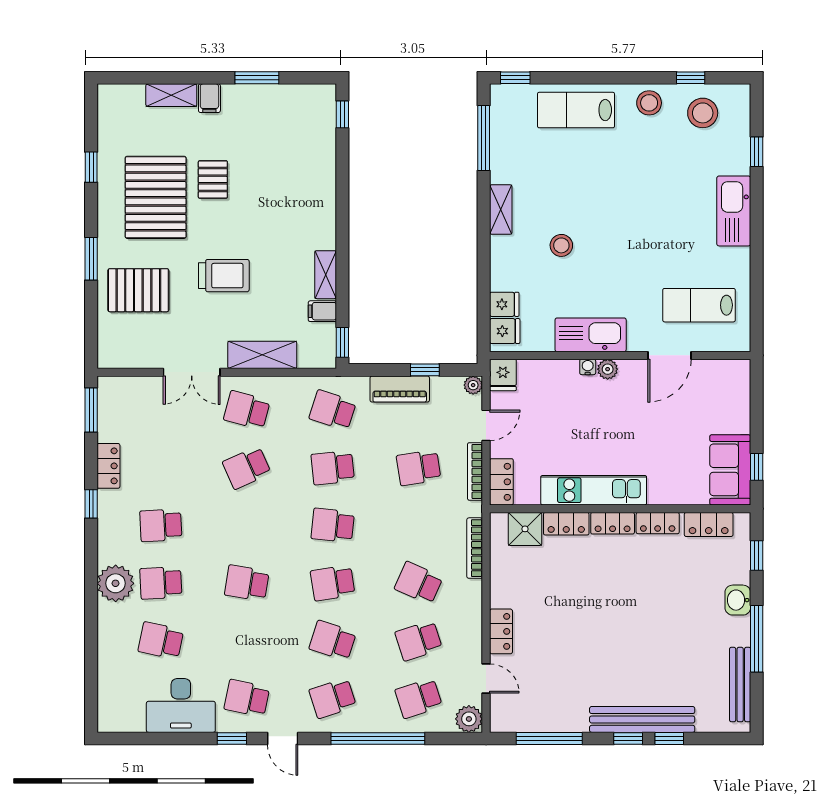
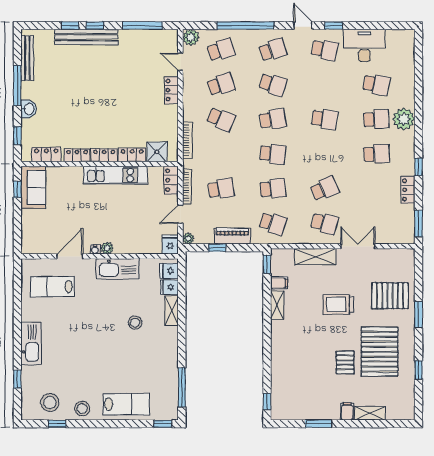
shelving: (501, 209) -> (172, 311), moved
lab bench: (699, 305) -> (52, 287), turned 180
water cooler: (588, 367) -> (95, 249), moved

